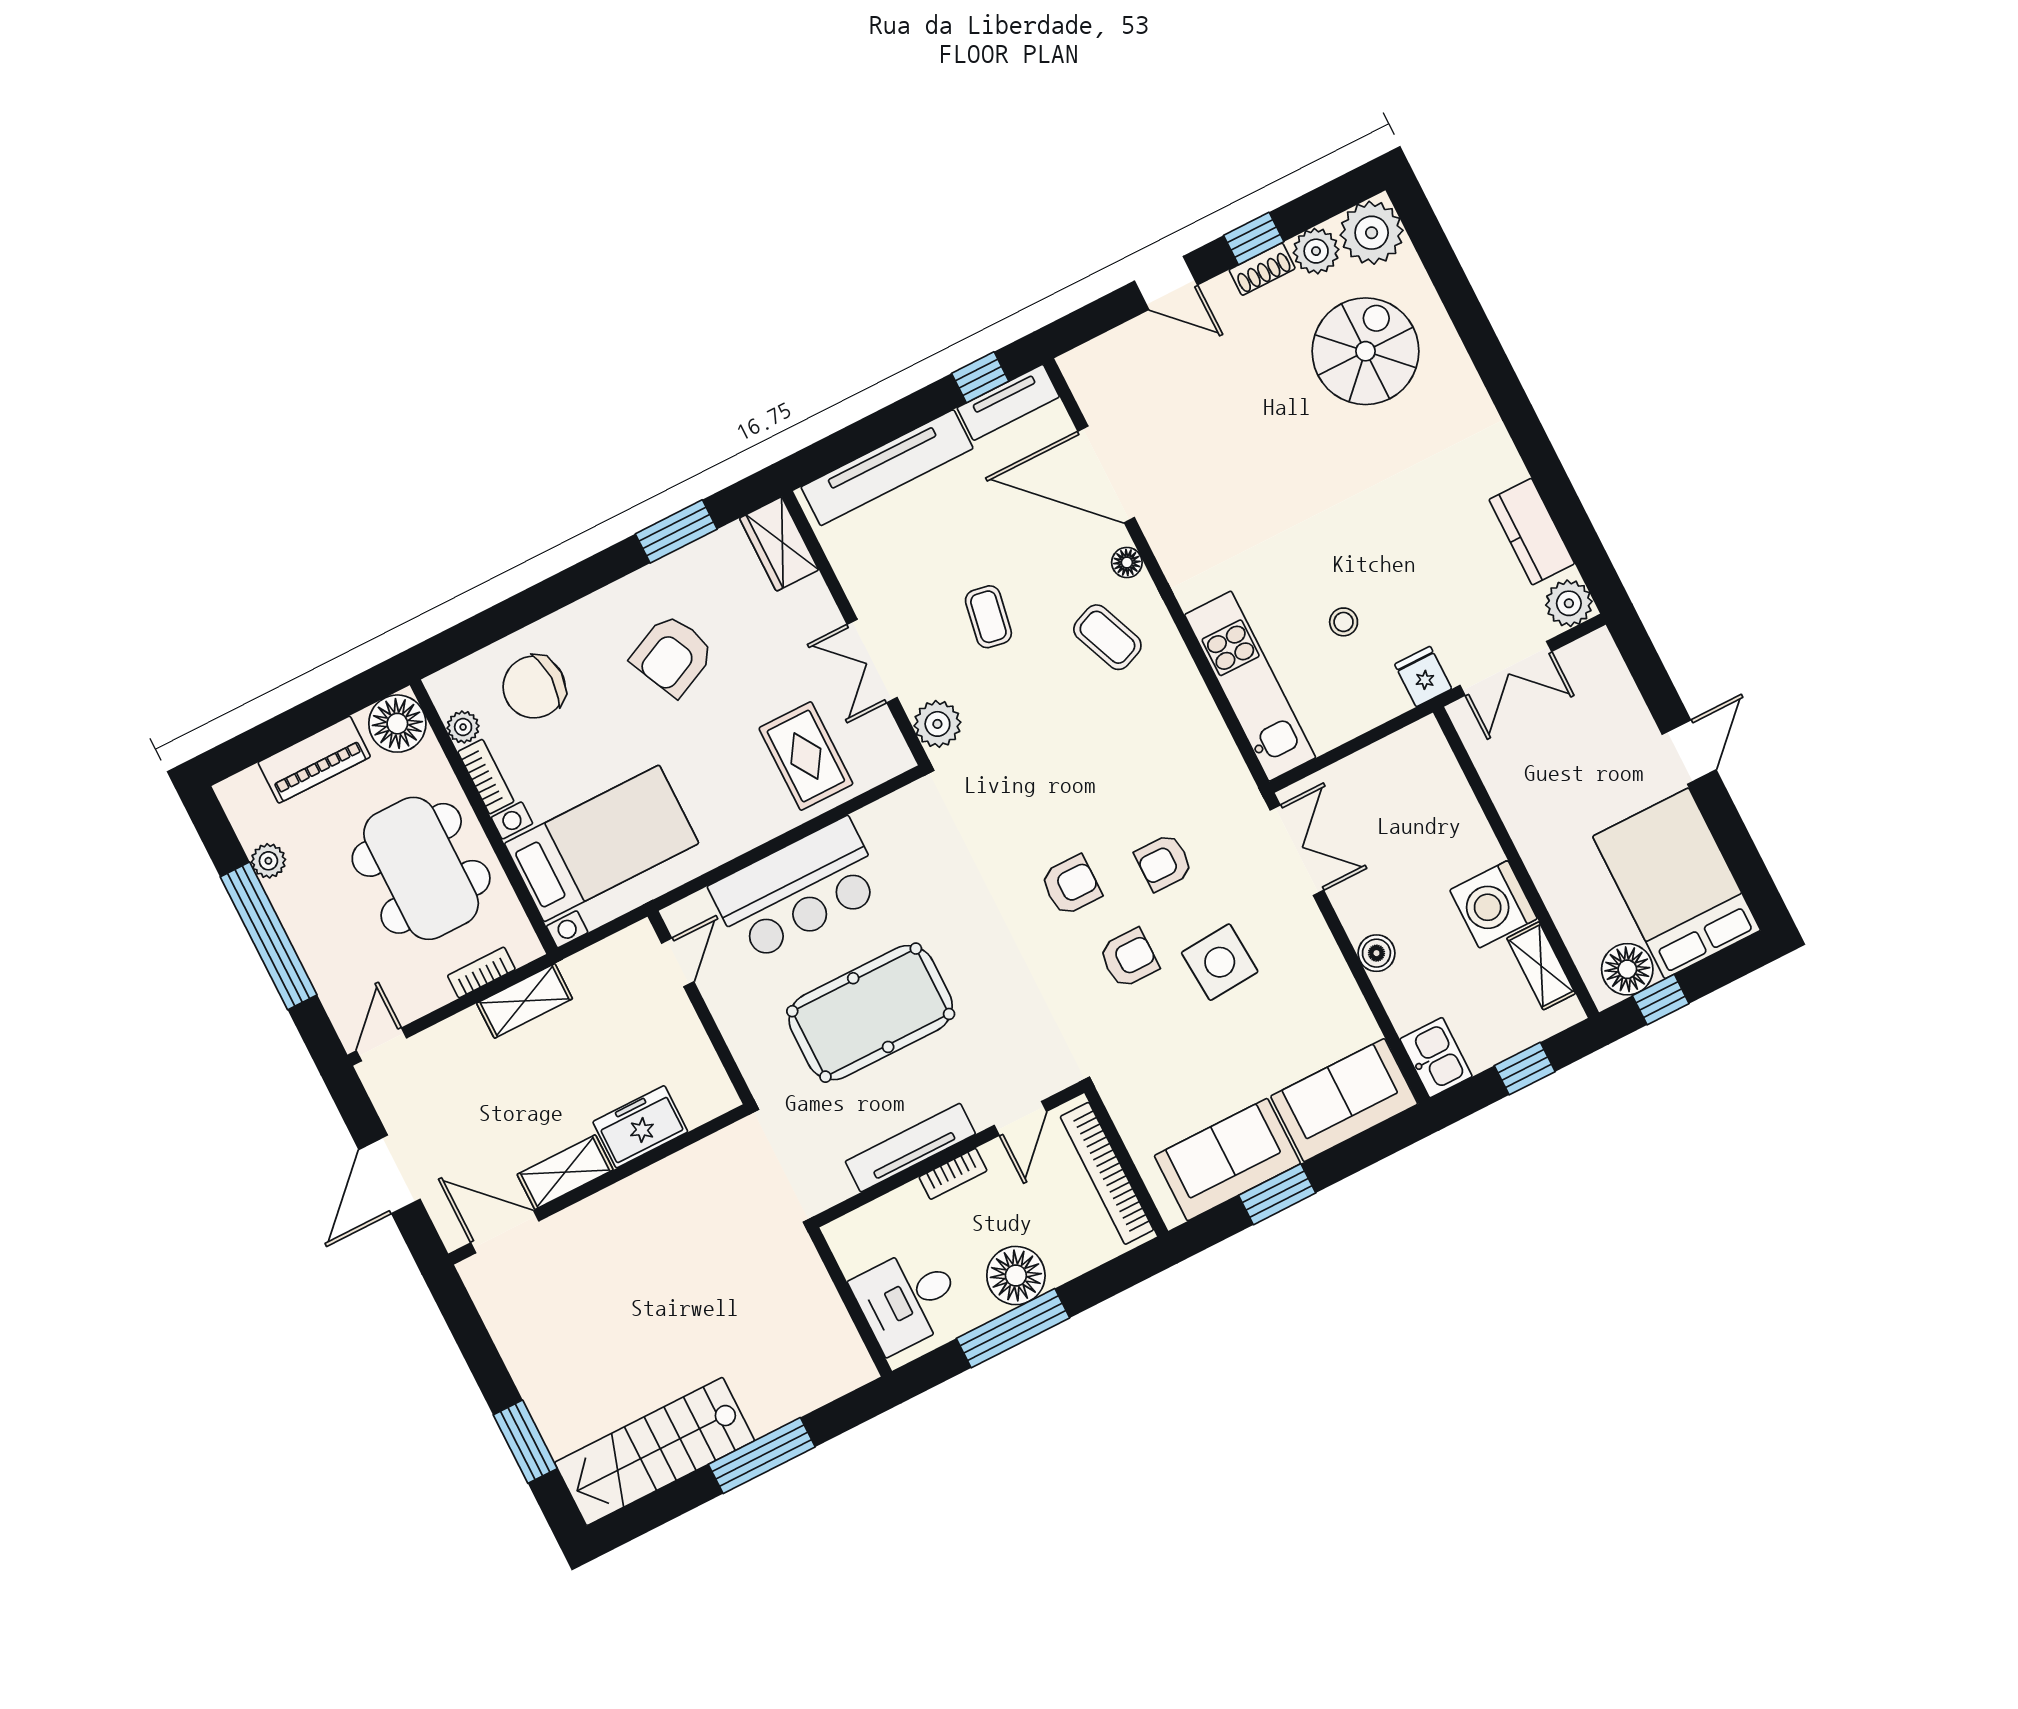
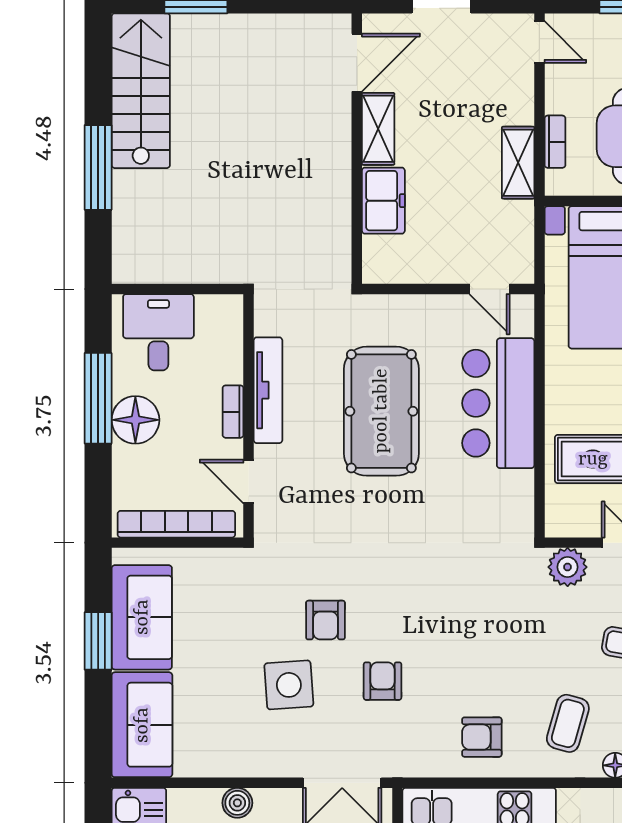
coffee table: (1107, 637) -> (568, 723), turned -52
armchair: (1071, 885) -> (482, 737), moved, turned 90

